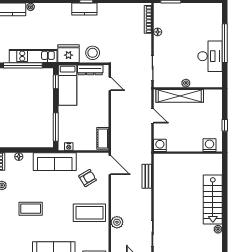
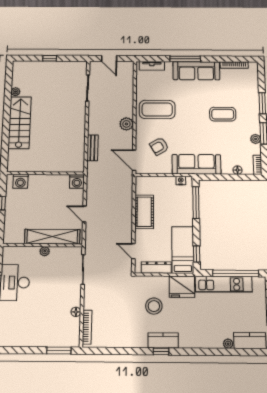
stool: (93, 53) -> (154, 306), moved
cot: (103, 138) -> (144, 212), moved, width x1.37, depth x1.34
plant: (117, 222) -> (126, 124), moved

